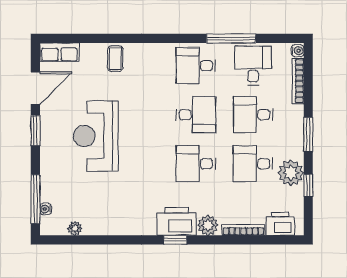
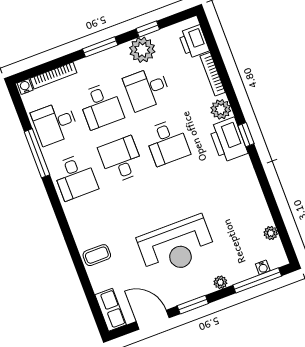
plant: (47, 164) -> (220, 282), added
desk: (253, 164) -> (147, 89), turned 90

